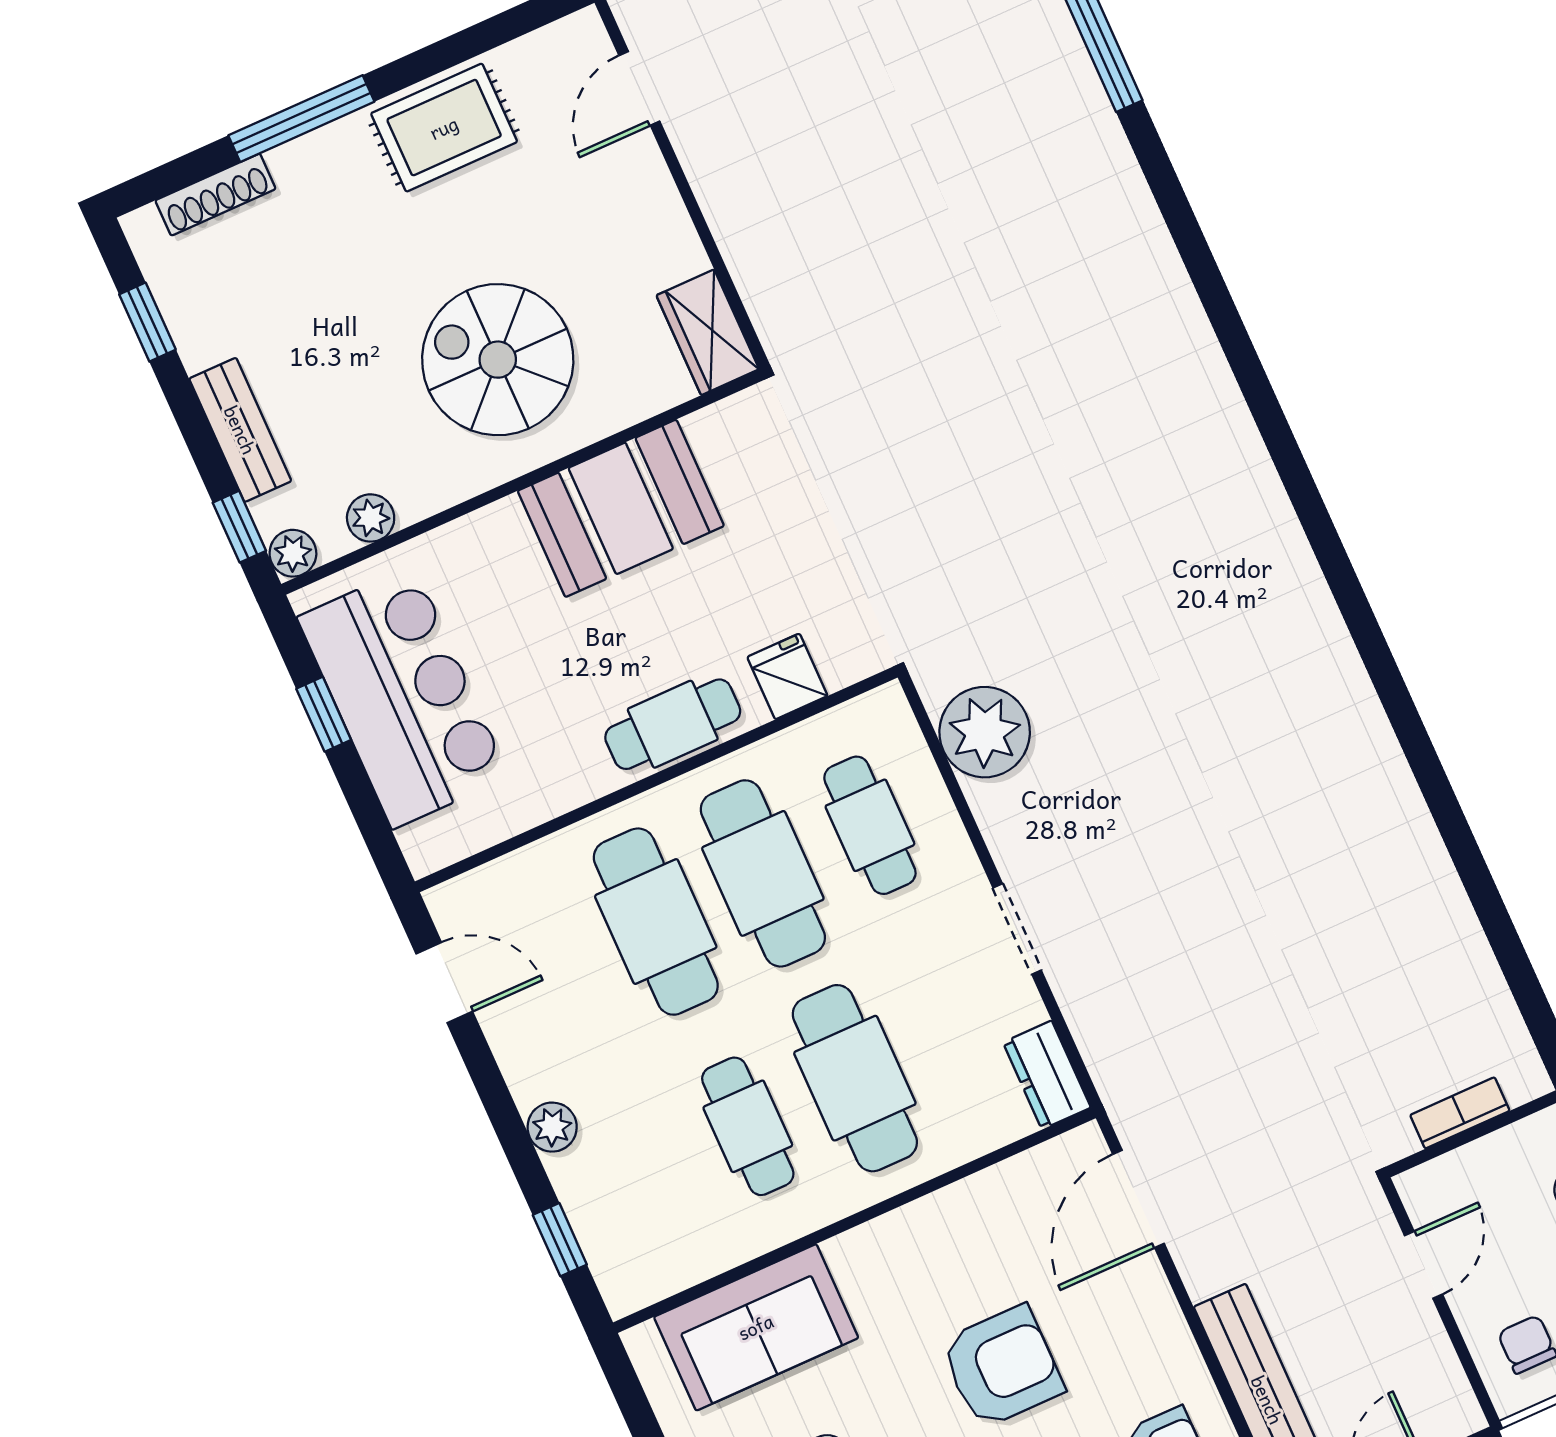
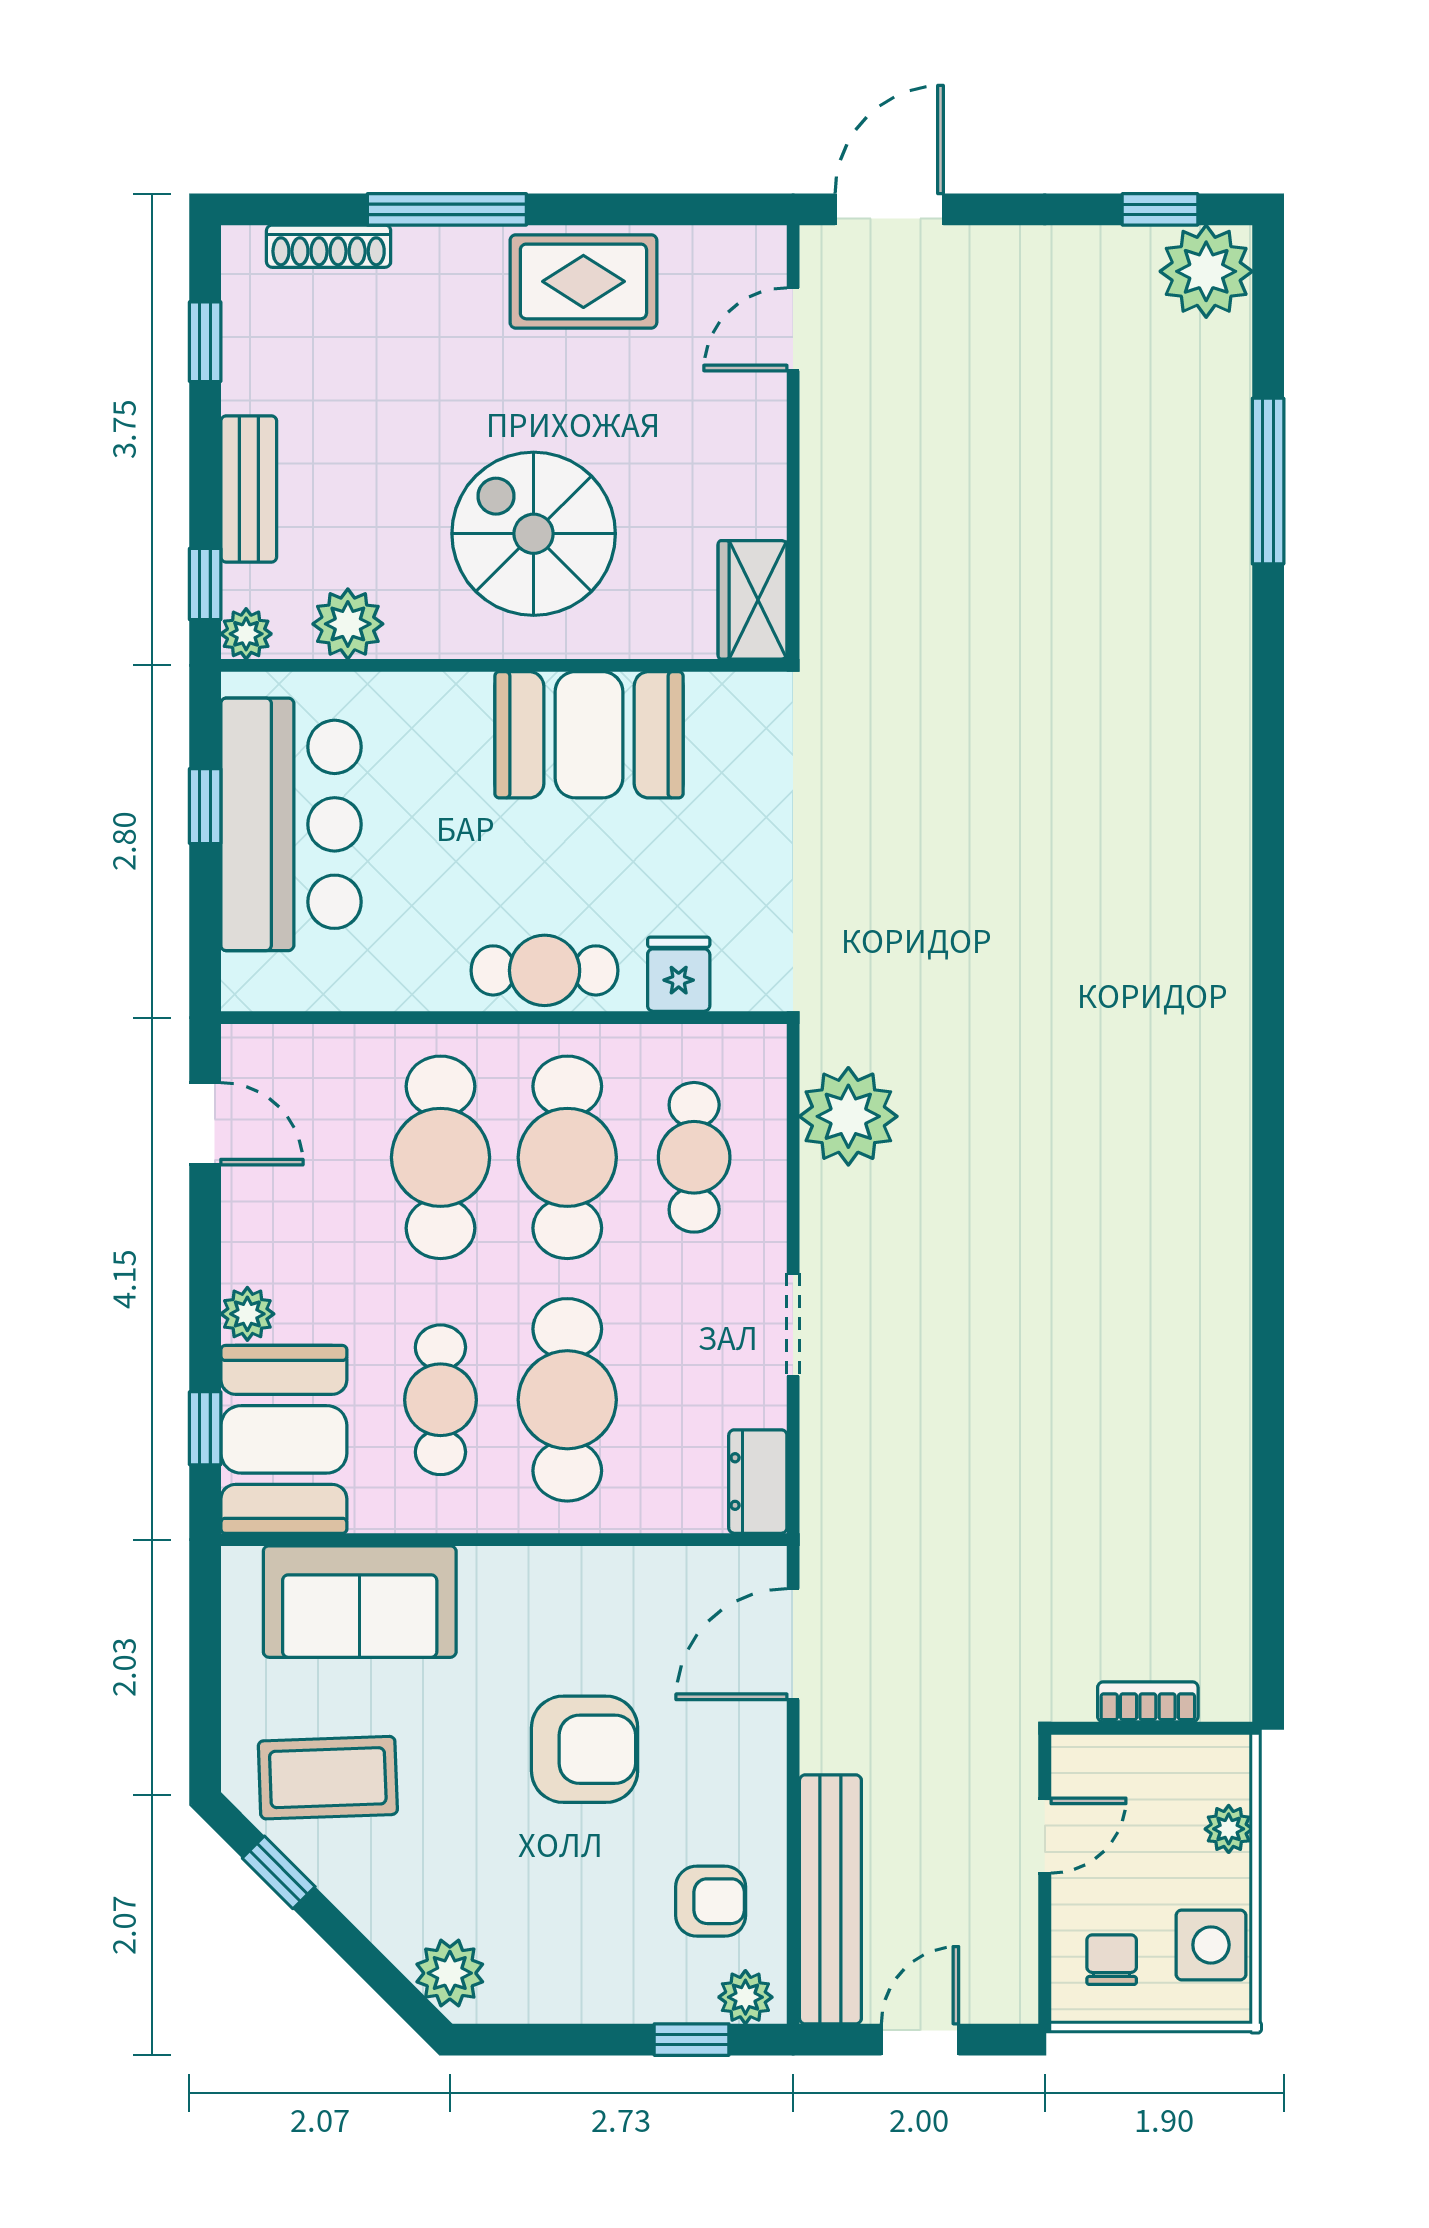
plant: (371, 518) -> (348, 624), width x1.38, depth x1.38
booth: (631, 1219) -> (284, 1439), added

